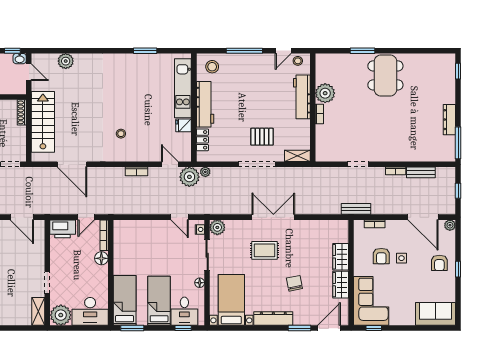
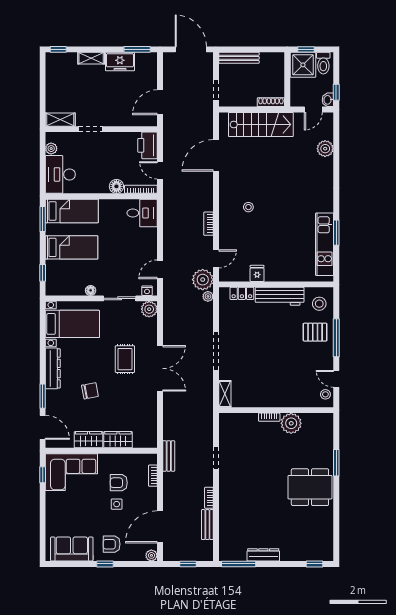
kitchen unit: (183, 88) -> (325, 244), moved, turned -90
workbench: (302, 97) -> (287, 399), removed
pallet: (262, 137) -> (315, 332), moved, turned 90
desk: (184, 311) -> (142, 213), moved, turned 180
sofa: (435, 314) -> (72, 549), moved, turned -90
plant: (61, 315) -> (51, 149), width x0.53, depth x0.53

